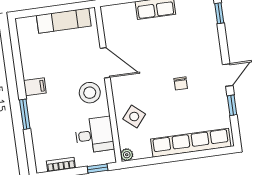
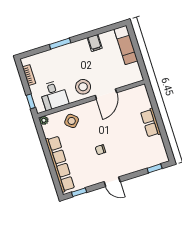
exam couch: (64, 21) -> (126, 45), moved
filing cabinet: (35, 87) -> (95, 43), moved
window: (232, 105) -> (79, 192), moved

